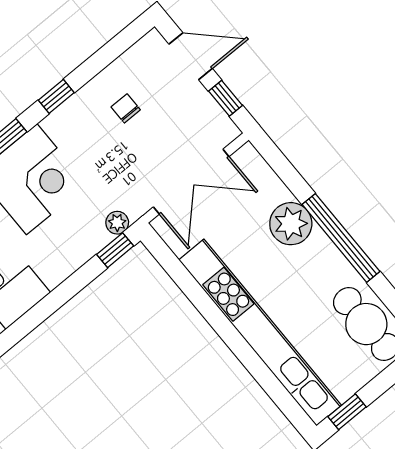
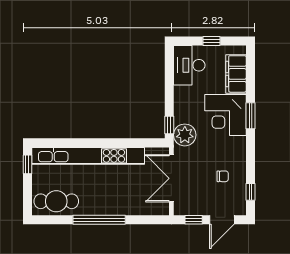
window: (56, 96) -> (250, 192), moved
plant: (117, 223) -> (185, 135), width x1.88, depth x1.88
plant: (291, 224) -> (122, 204), removed

